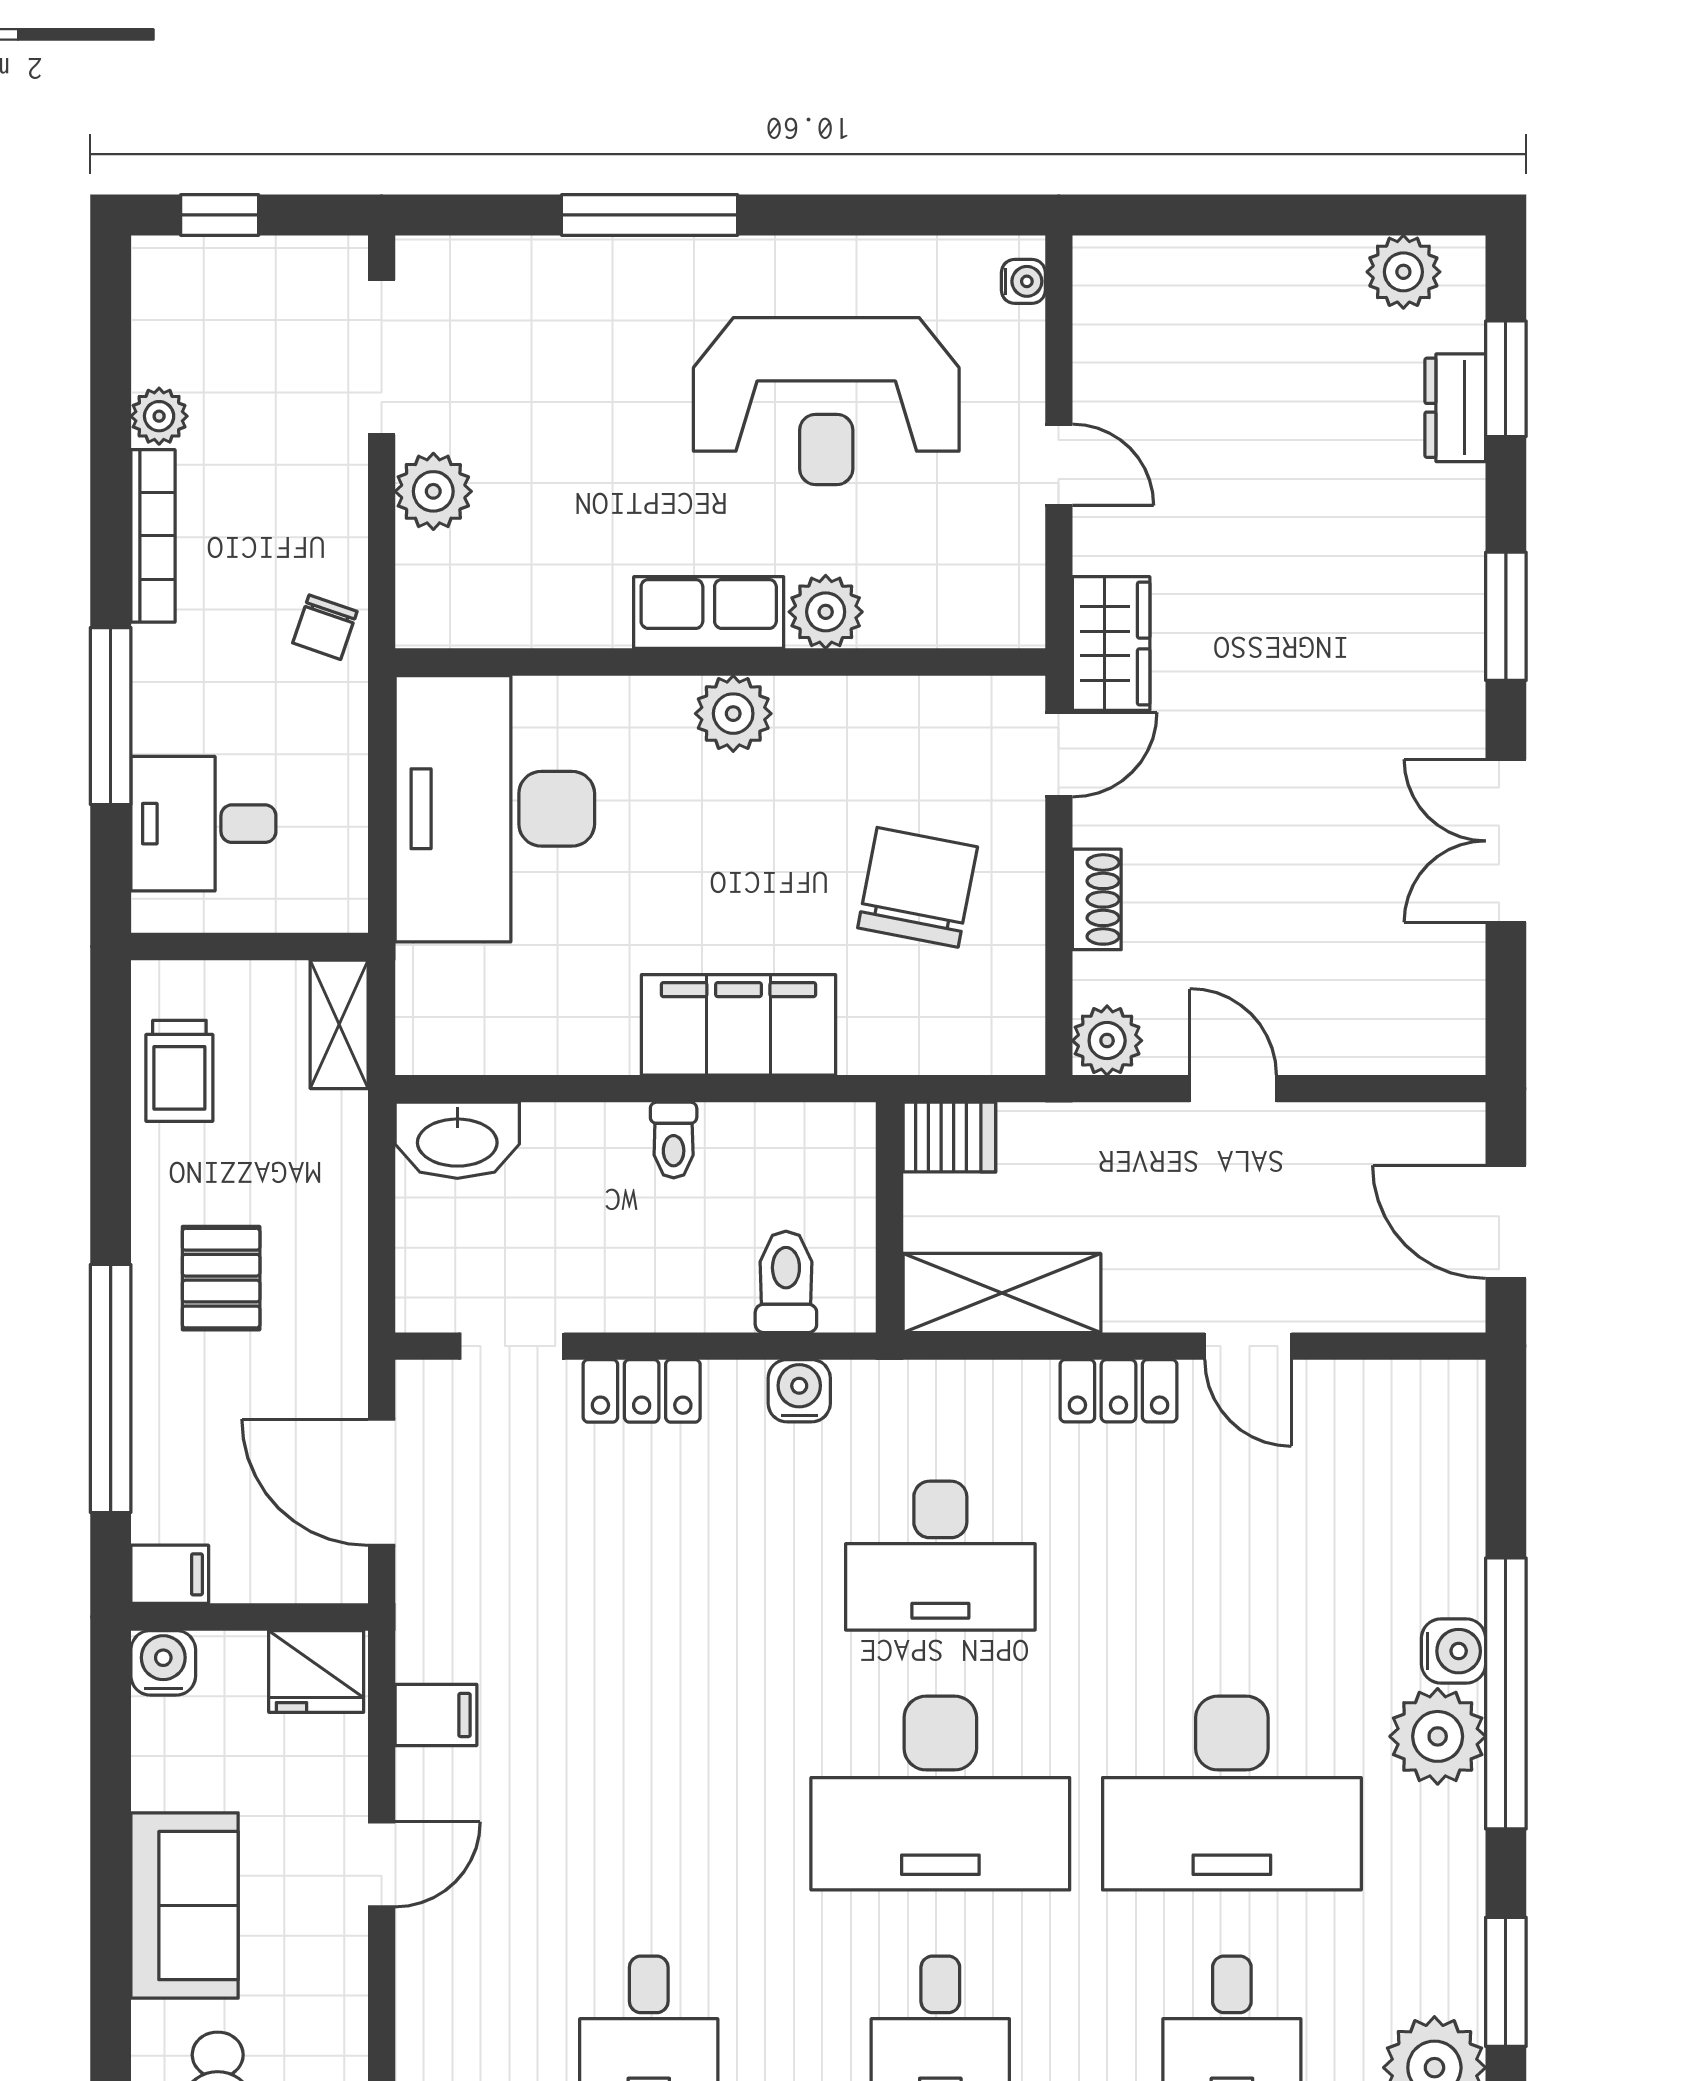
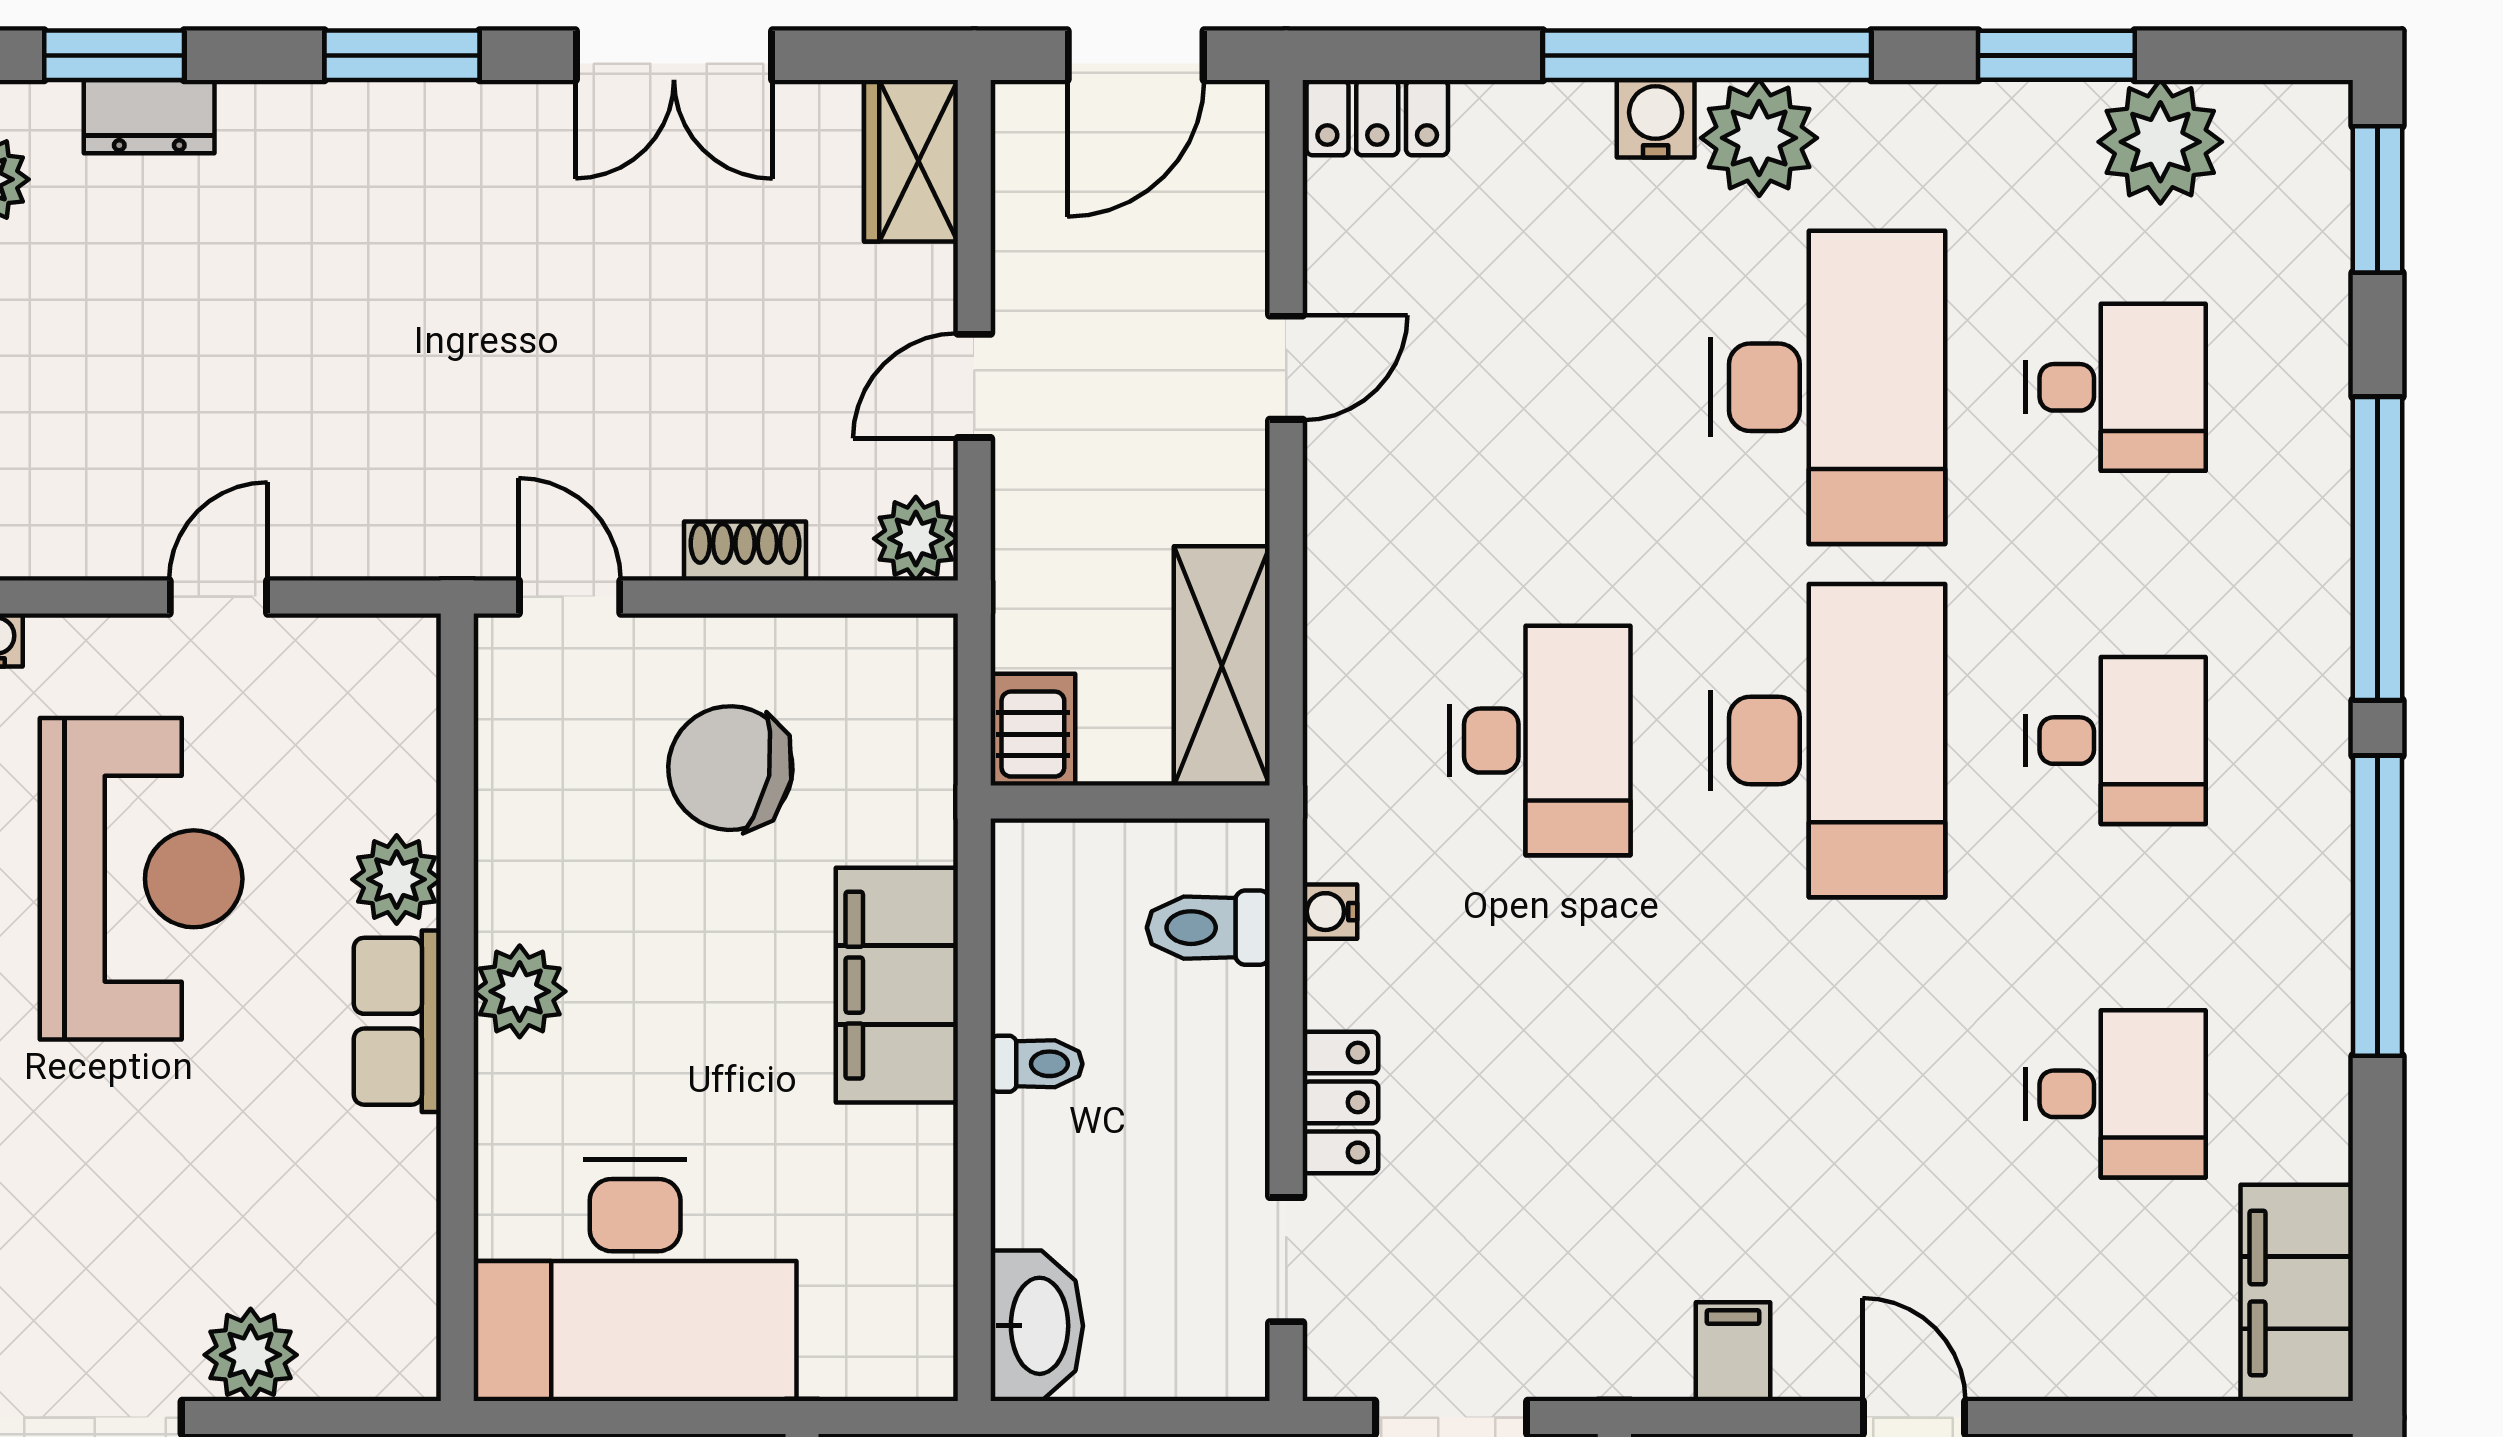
wardrobe: (1111, 644) -> (911, 161), moved, turned -90
water cooler: (799, 1391) -> (1330, 912), width x0.72, depth x0.72
locker: (1118, 1391) -> (1377, 118), moved, turned 90

